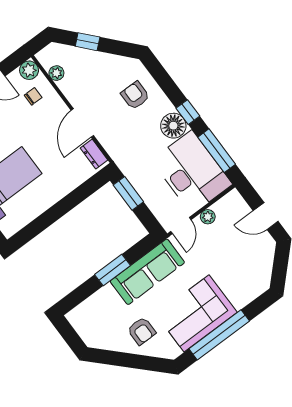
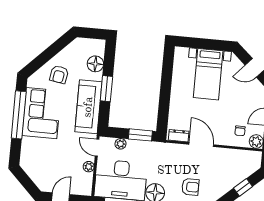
plant: (56, 73) -> (121, 144), moved
floor lamp: (98, 304) -> (95, 64), added
armchair: (142, 331) -> (59, 74), turned -80

